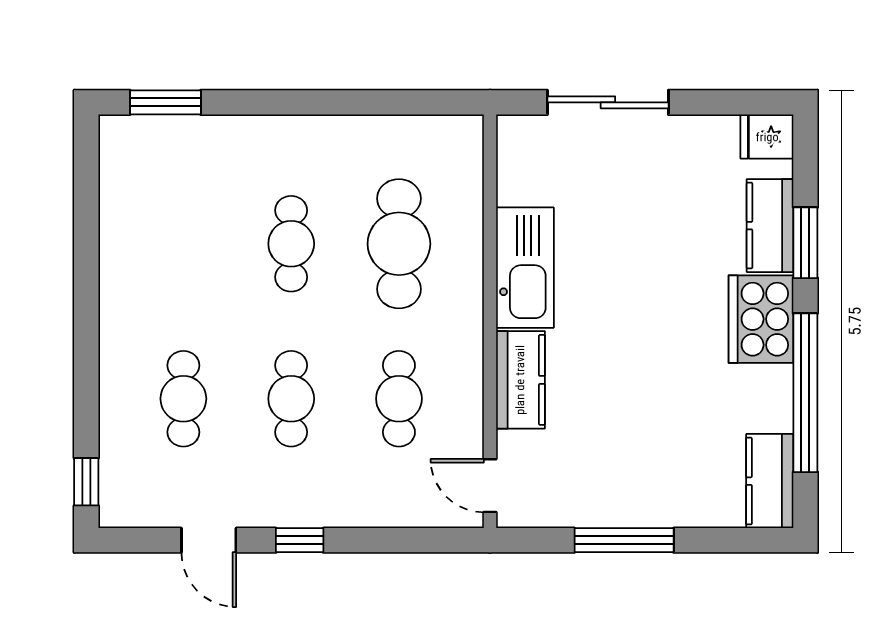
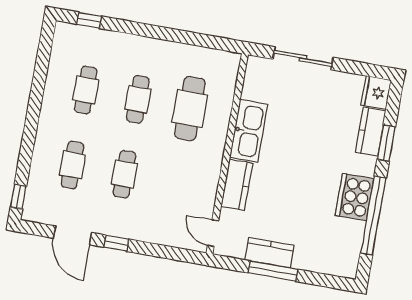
window: (165, 102) -> (89, 20), width x0.67
fridge: (767, 137) -> (376, 93), width x1.38
cooker: (761, 319) -> (354, 197), moved
cafe table: (399, 399) -> (86, 90), moved
kitchen counter: (770, 481) -> (269, 253), moved, turned 90
door: (209, 540) -> (73, 235), width x1.38

